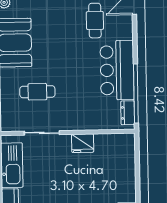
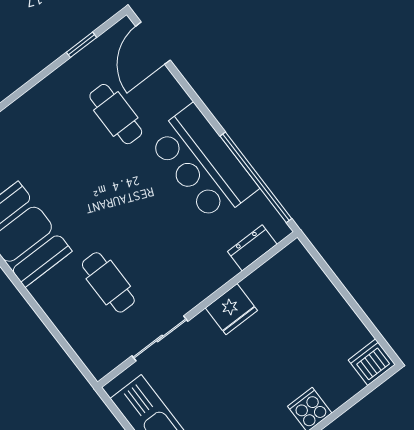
cafe table: (37, 92) -> (108, 282), turned 90
dresser: (128, 113) -> (252, 248), moved, turned 90

